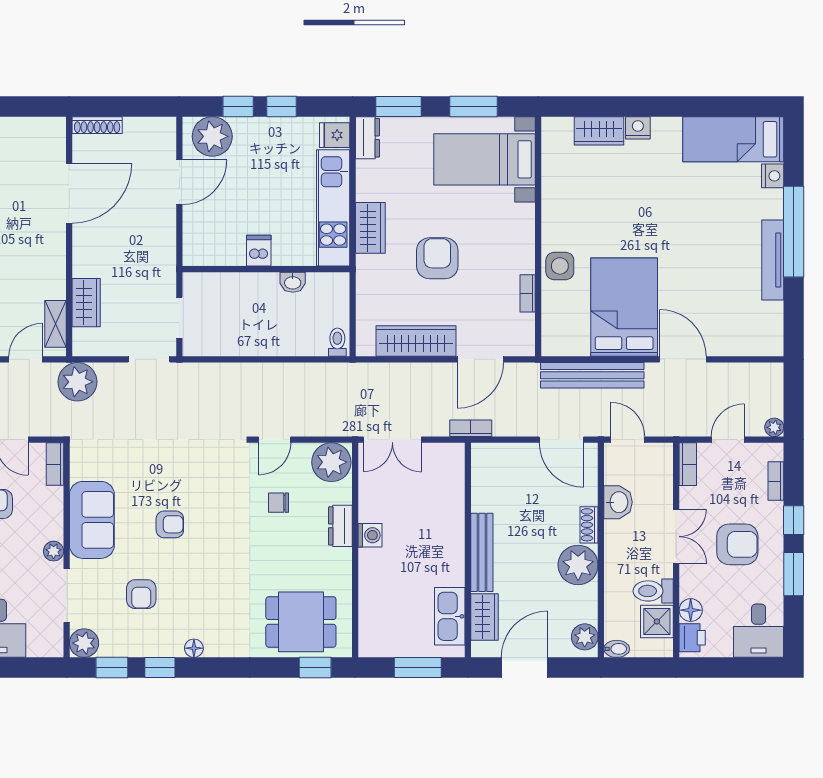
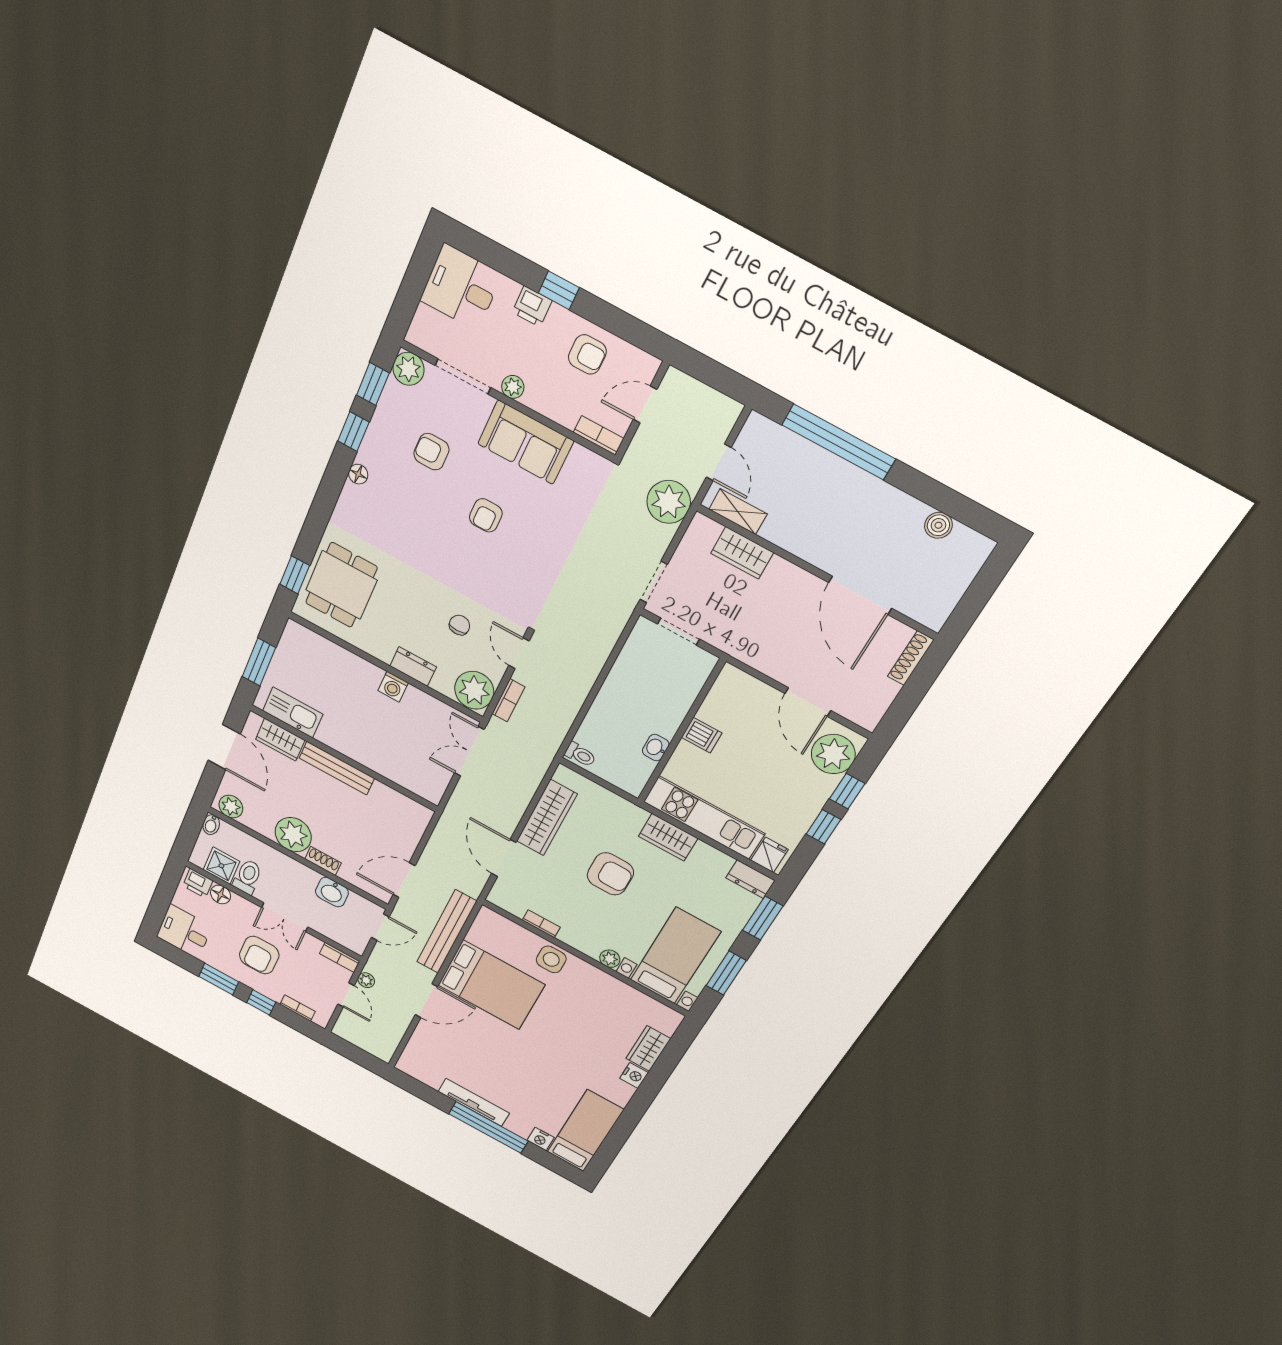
plant: (525, 214) -> (610, 959), added
plant: (774, 427) -> (366, 980), moved
bookcase: (471, 428) -> (508, 700), moved

